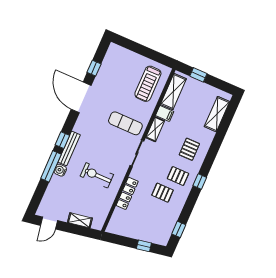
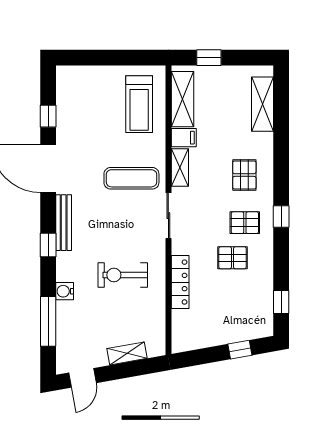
bench: (69, 148) -> (64, 223), moved
window: (51, 166) -> (48, 321), moved

